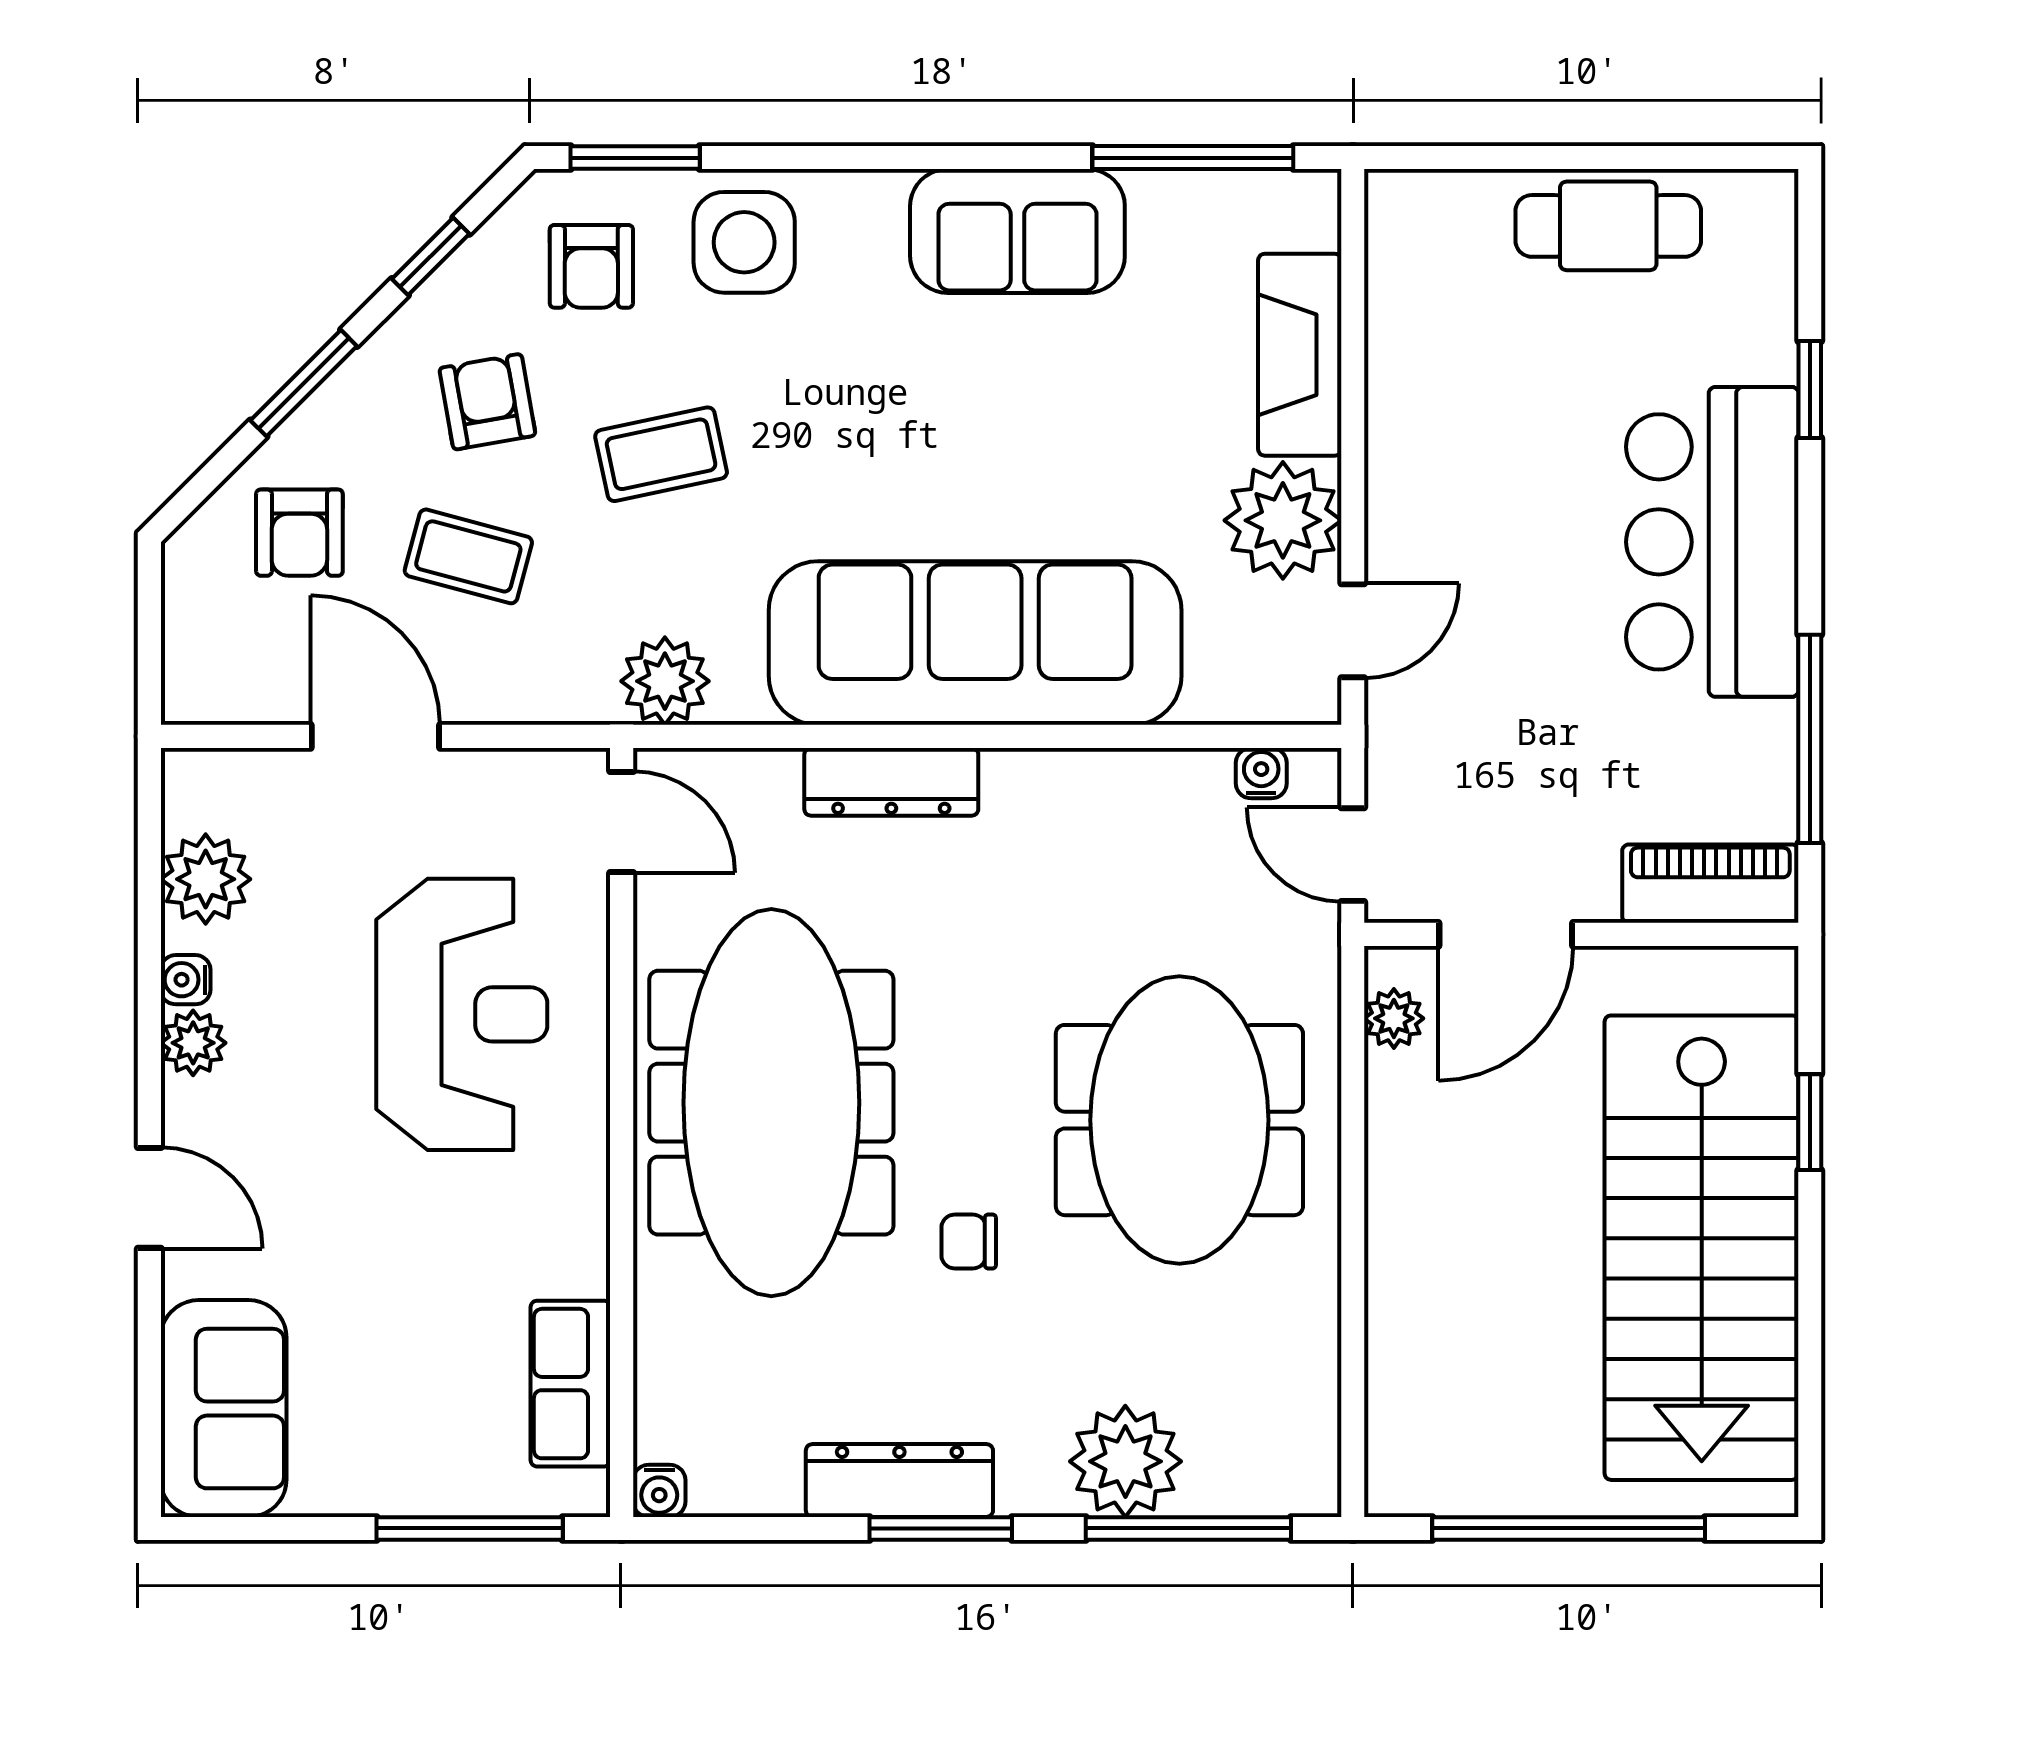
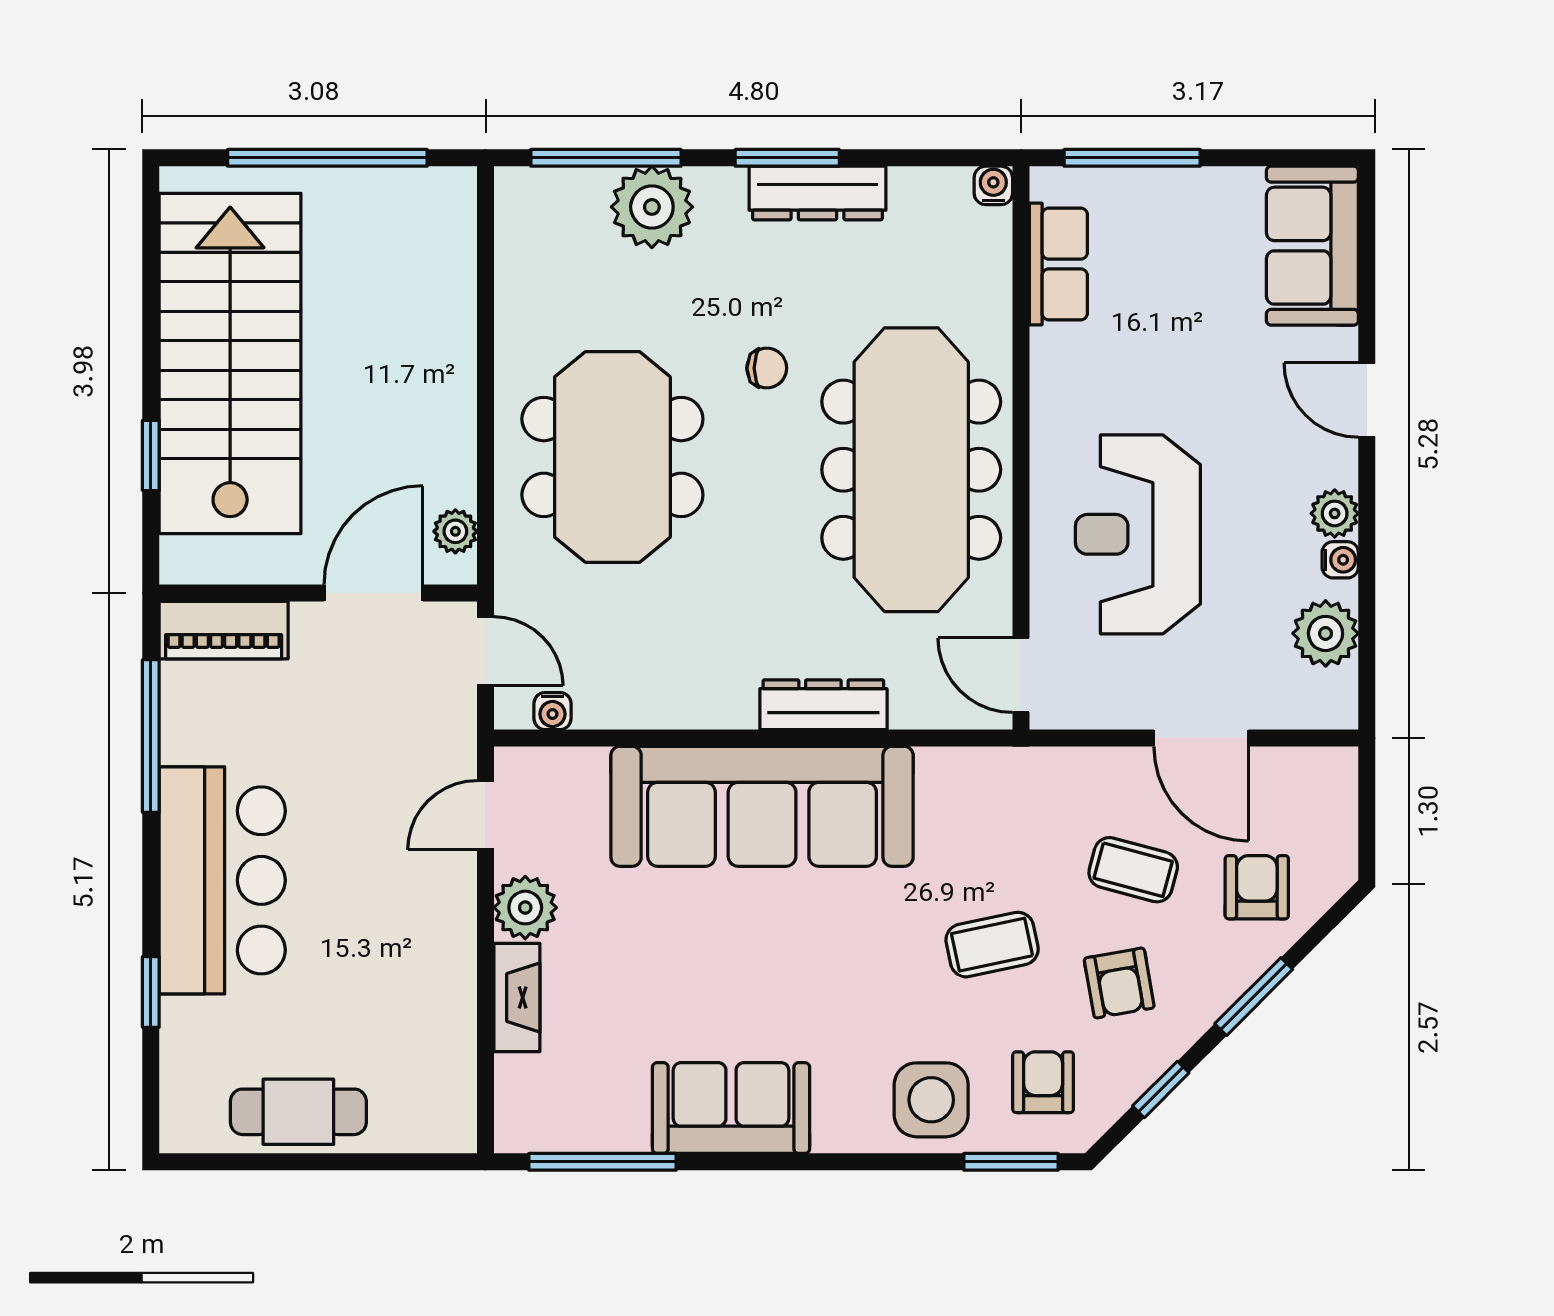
fireplace: (1300, 355) -> (517, 997), width x0.73, depth x0.76
plant: (1283, 520) -> (525, 908), width x0.73, depth x0.73
plant: (665, 681) -> (989, 778), removed

